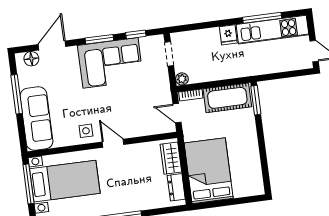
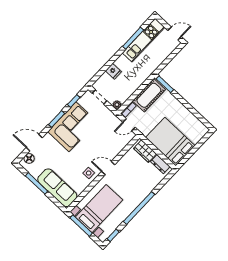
fridge: (228, 35) -> (113, 71), moved
door: (52, 45) -> (34, 143), hinge flipped

